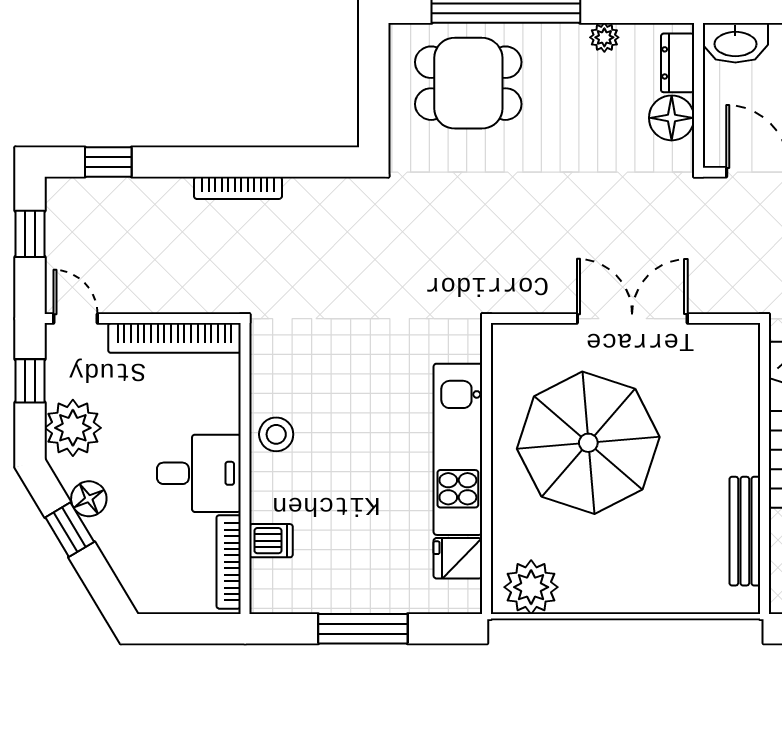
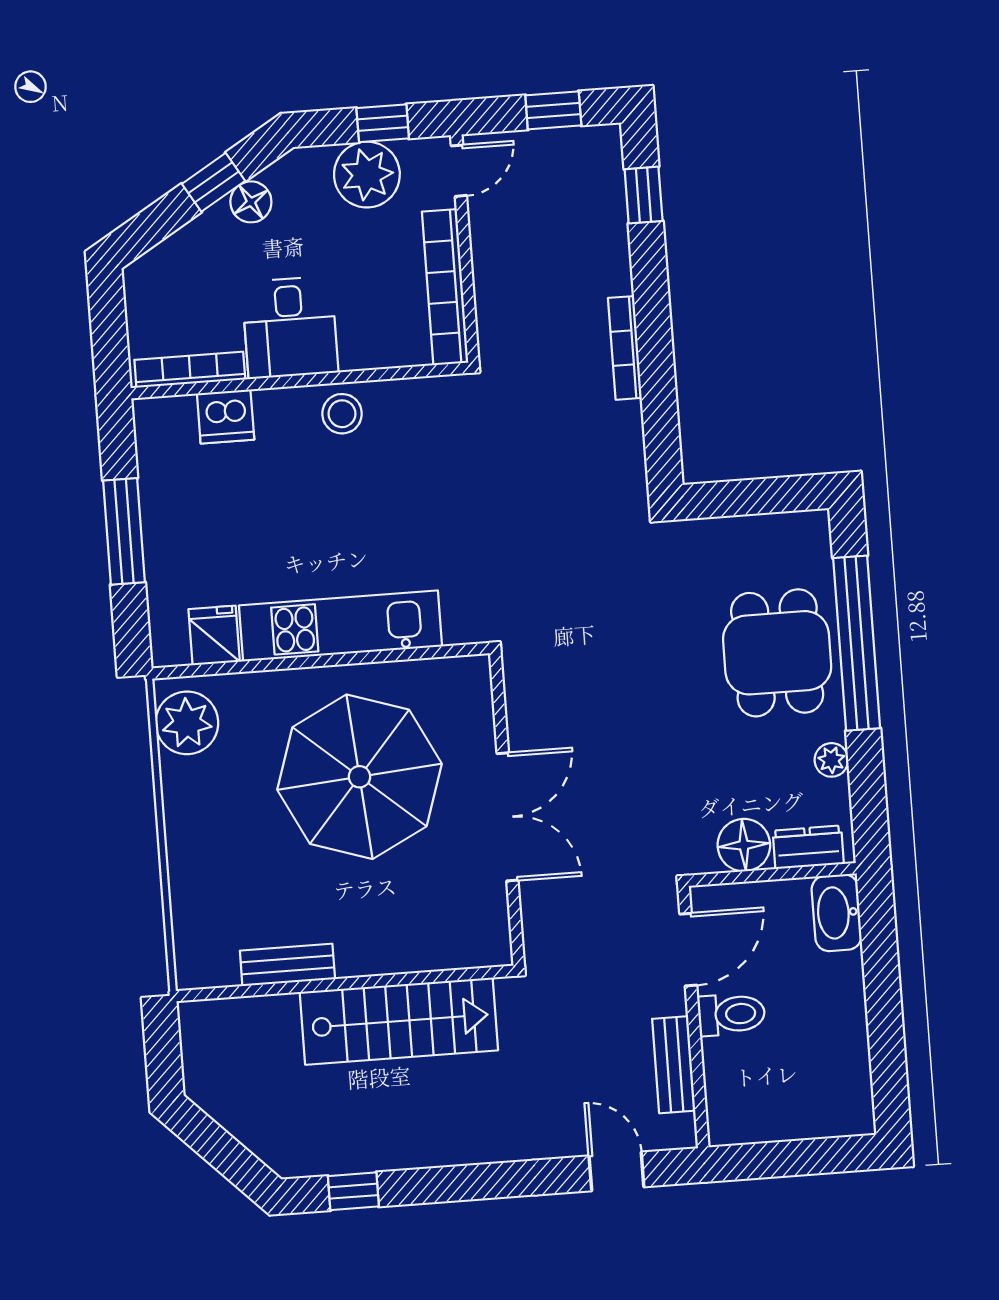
dining table: (468, 83) -> (777, 653), moved
plant: (73, 428) -> (367, 175), moved
bench: (745, 531) -> (287, 965), width x0.73
dishwasher: (271, 541) -> (226, 416), width x1.38

